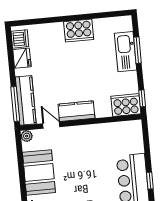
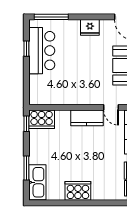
kitchen sink: (126, 52) -> (37, 182), moved

